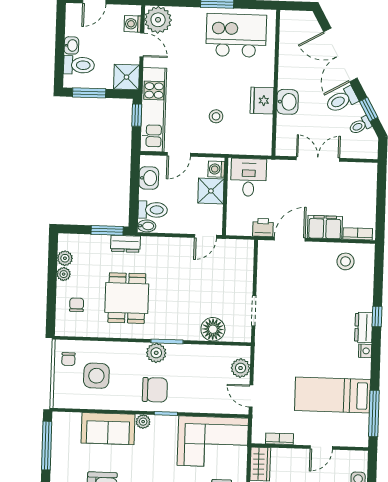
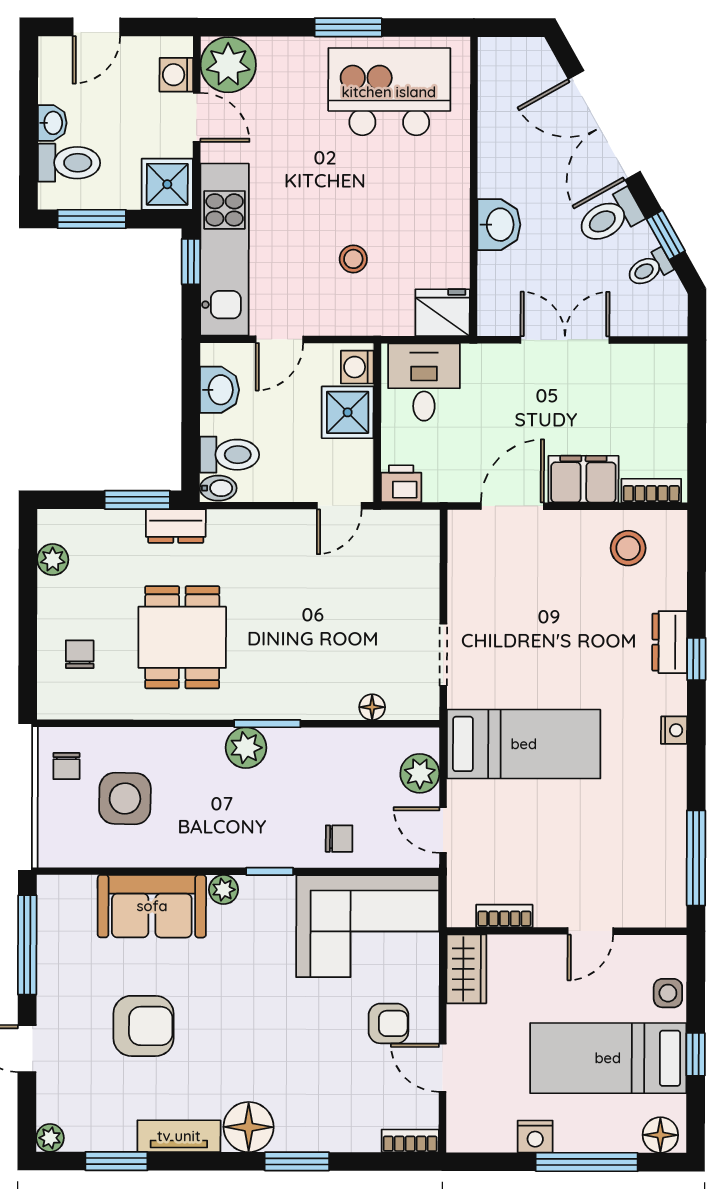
fridge: (262, 101) -> (443, 313), moved, turned 90
printer: (263, 227) -> (401, 484), moved
plant: (64, 274) -> (51, 592), removed
dresser: (364, 328) -> (670, 642), moved
floor lamp: (213, 329) -> (372, 707), width x0.53, depth x0.53
chair: (155, 390) -> (339, 839), moved, width x0.54, depth x0.54
bed: (333, 395) -> (524, 744), moved, turned 180

